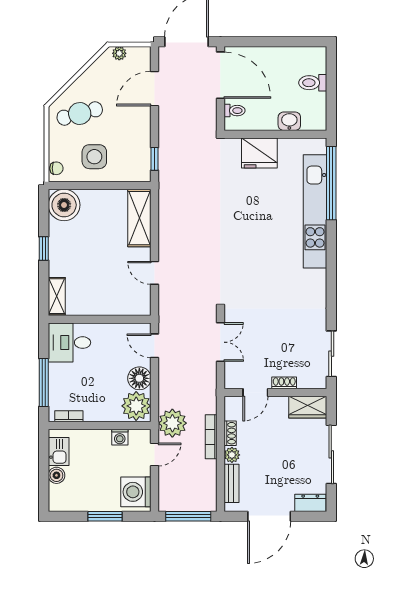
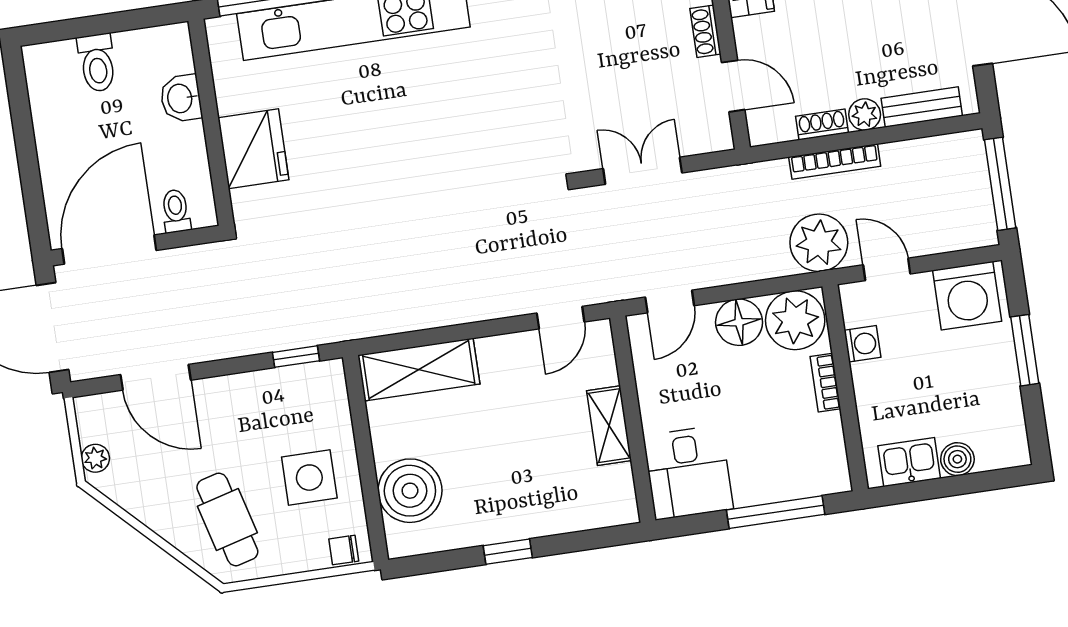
chair: (56, 168) -> (344, 550), turned -90
boiler: (64, 205) -> (410, 491), moved
door: (155, 273) -> (561, 318), moved
shelving: (57, 296) -> (609, 426), moved, turned 90
bookcase: (69, 416) -> (825, 383), moved

